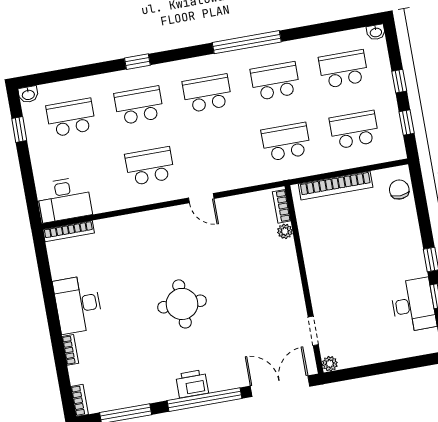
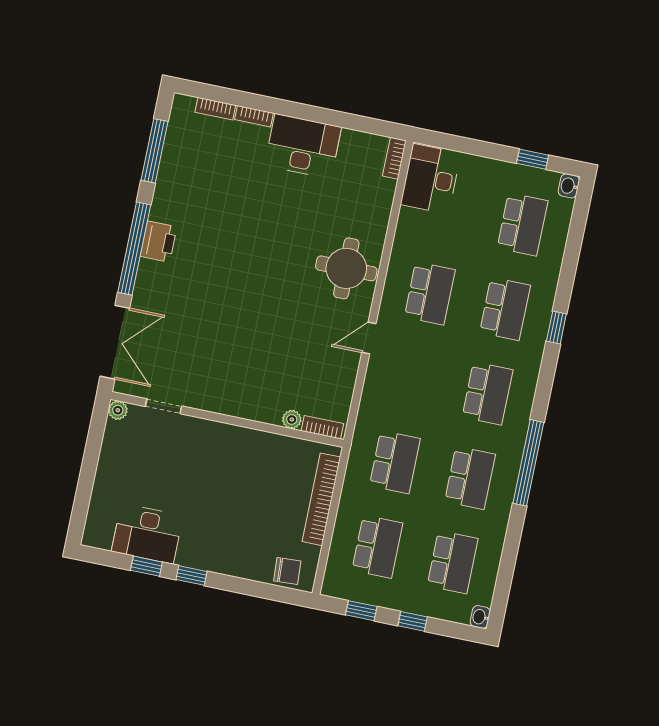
bookcase: (69, 231) -> (394, 158), width x0.64
round table: (182, 304) -> (346, 268), moved
bookcase: (80, 400) -> (215, 109), moved

